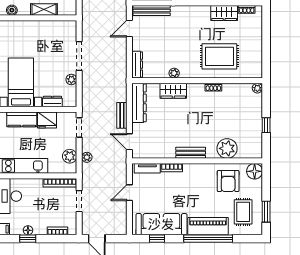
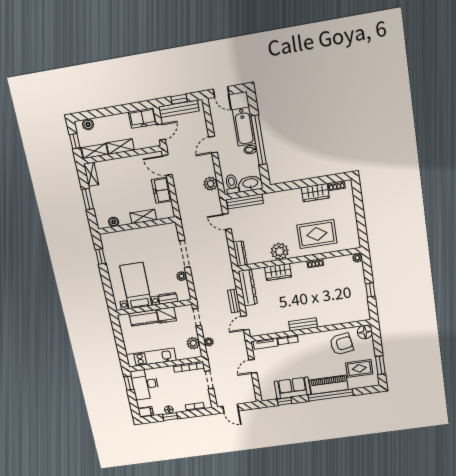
door: (129, 29) -> (227, 222), hinge flipped
plant: (174, 73) -> (280, 251), width x1.87, depth x1.87
door: (129, 142) -> (245, 323), hinge flipped
plant: (227, 148) -> (336, 316), removed
armchair: (228, 181) -> (342, 344), turned -99
rug: (243, 212) -> (359, 368), turned 90
sofa: (161, 224) -> (292, 388), width x0.73

